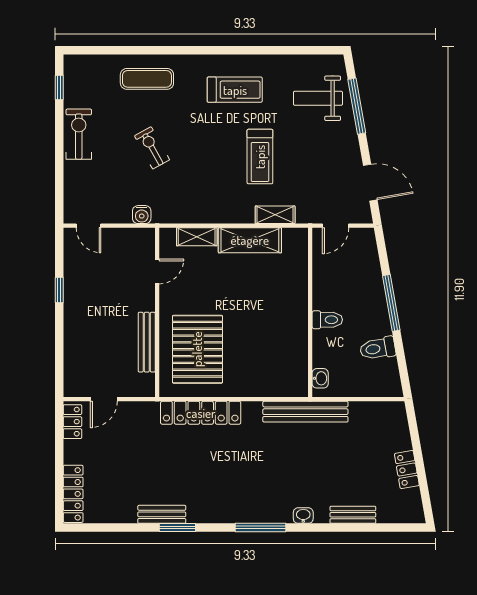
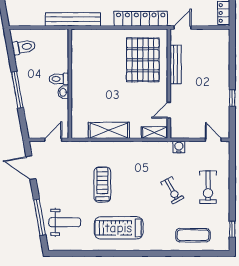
exercise mat: (147, 79) -> (193, 235), moved
treadmill: (235, 90) -> (119, 228), width x1.37, depth x1.38
exercise bike: (79, 134) -> (208, 187), moved
shelving: (275, 215) -> (93, 147), removed
shelving: (197, 237) -> (154, 133), moved
toilet: (378, 348) -> (24, 47), moved
washbasin: (320, 378) -> (63, 92), moved
door: (104, 399) -> (183, 28), moved

